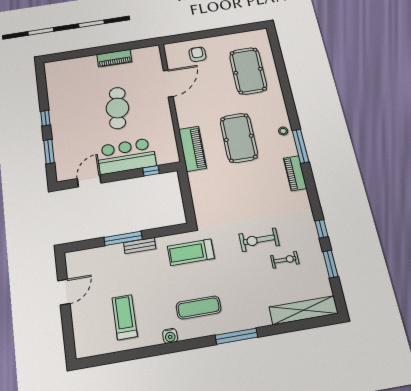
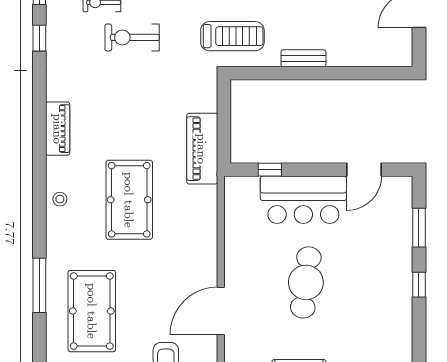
window: (301, 146) -> (39, 285), moved
piano: (192, 149) -> (202, 149), moved
window: (123, 238) -> (326, 73), removed
exercise bike: (259, 240) -> (132, 37), turned 180

